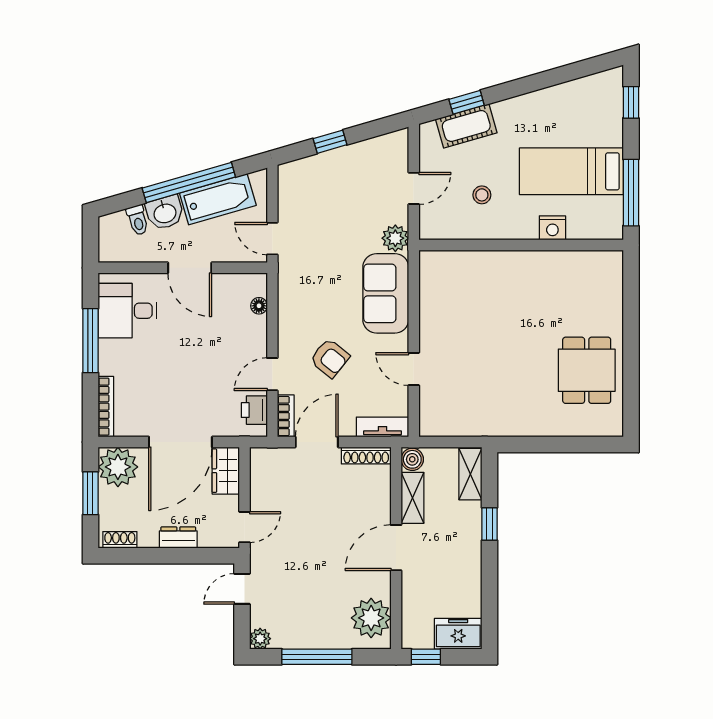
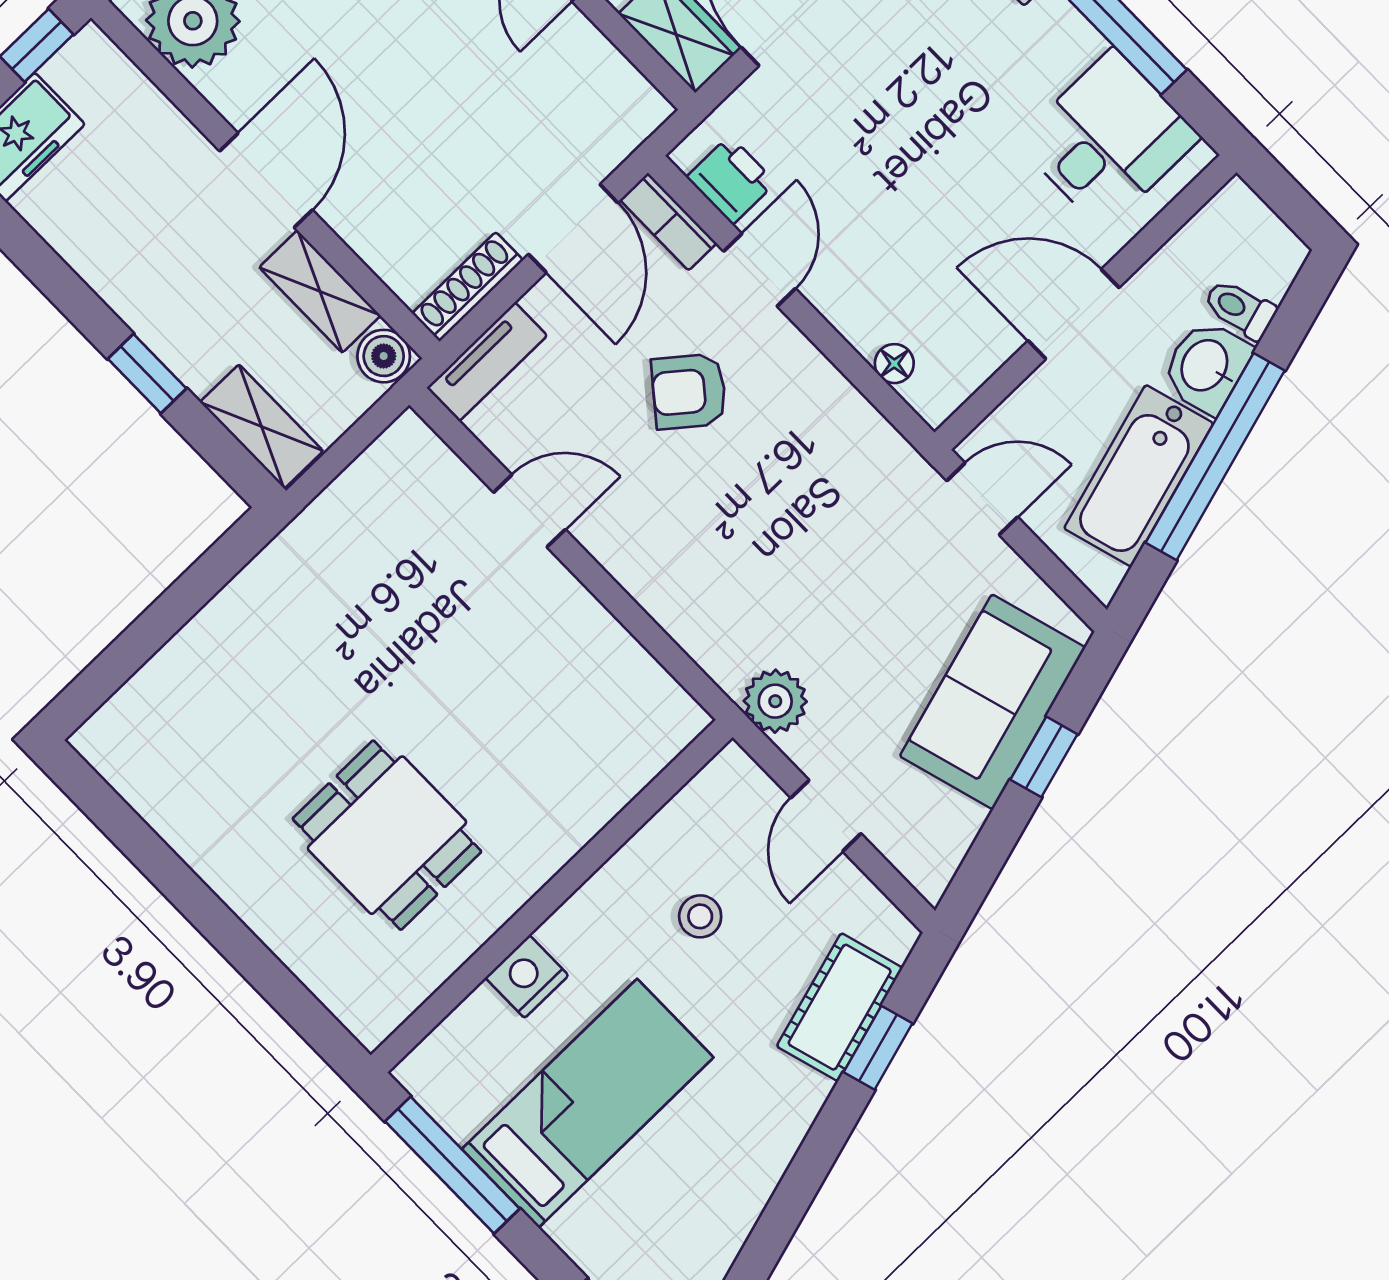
sofa: (386, 293) -> (993, 702), moved, turned -106
dining table: (587, 370) -> (387, 835), moved

